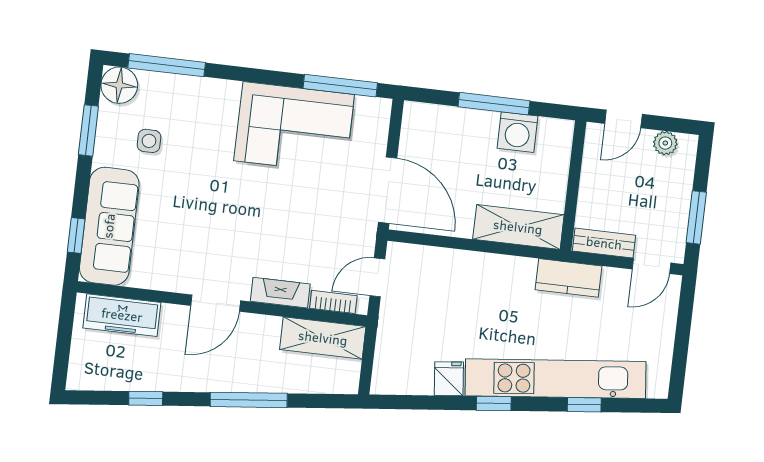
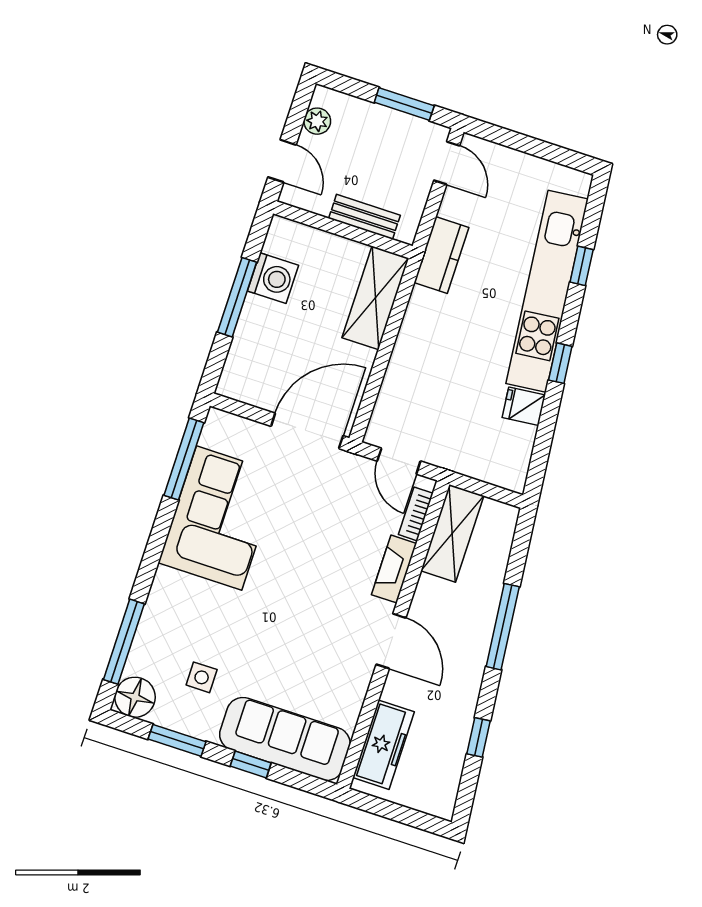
window: (76, 236) -> (251, 765), moved
bench: (604, 243) -> (365, 217), moved, turned 90

